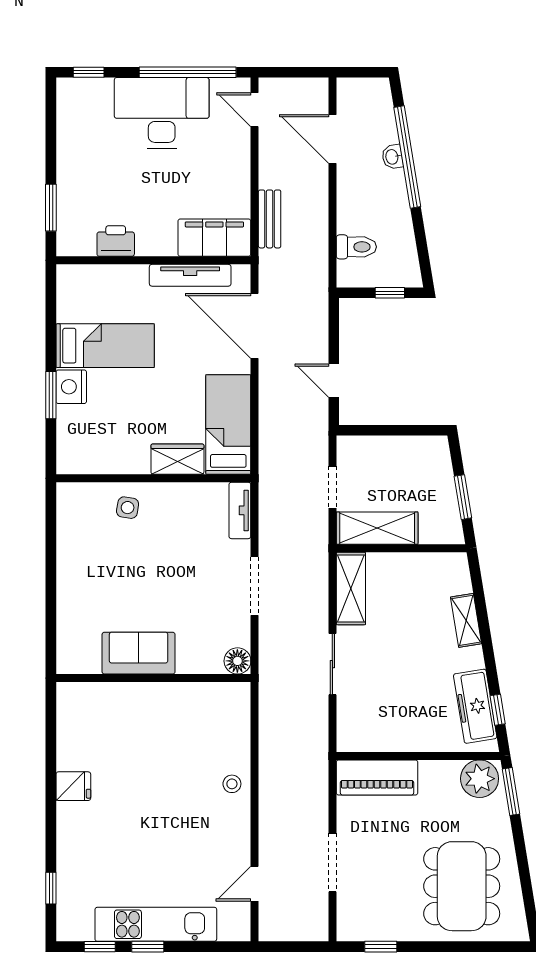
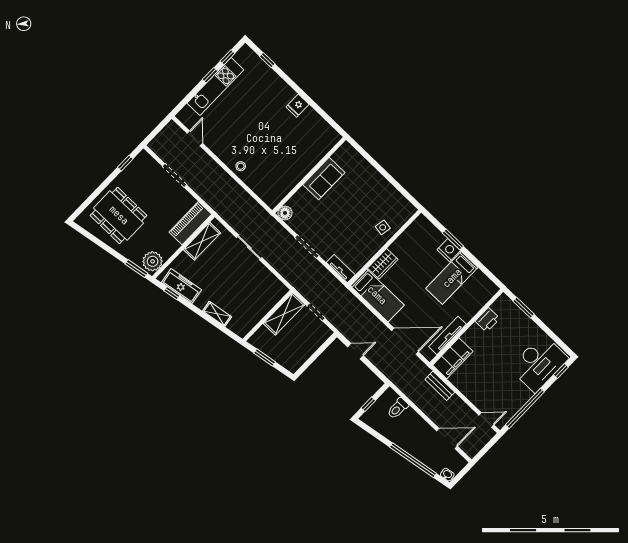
desk: (162, 113) -> (539, 363), moved
washbasin: (392, 157) -> (447, 475), moved
shelving: (351, 589) -> (202, 241), moved, turned 90

